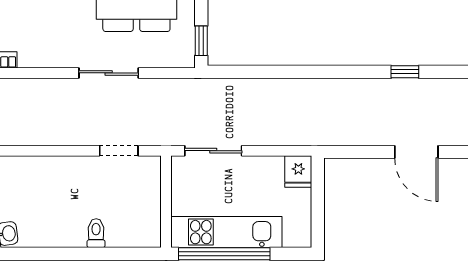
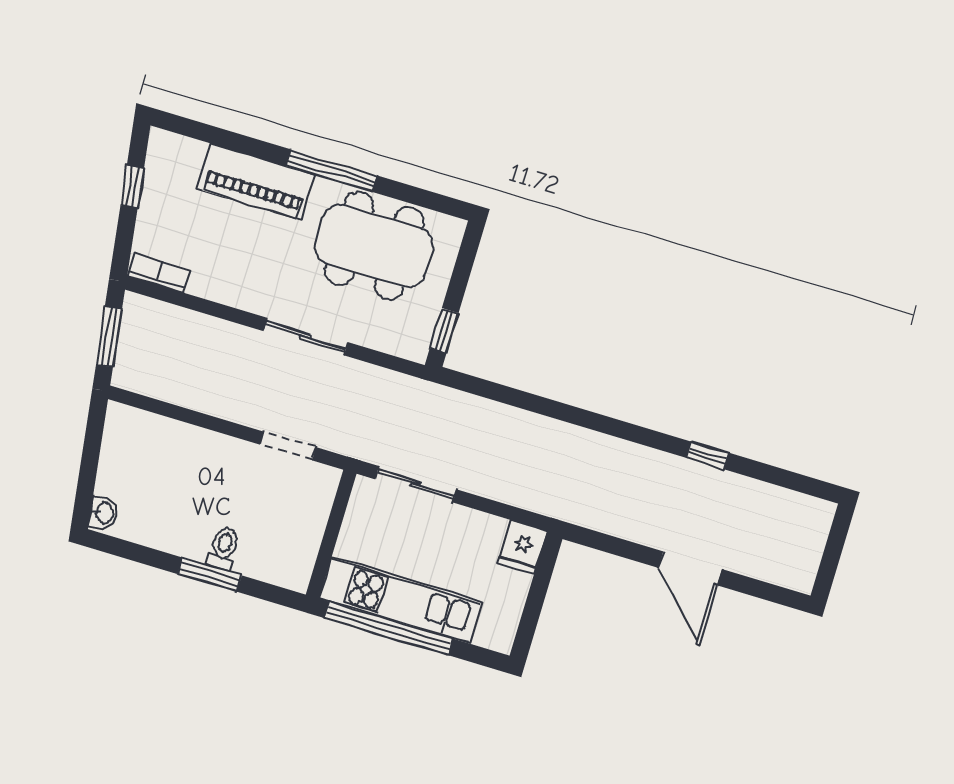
window: (92, 254) -> (210, 575), added

